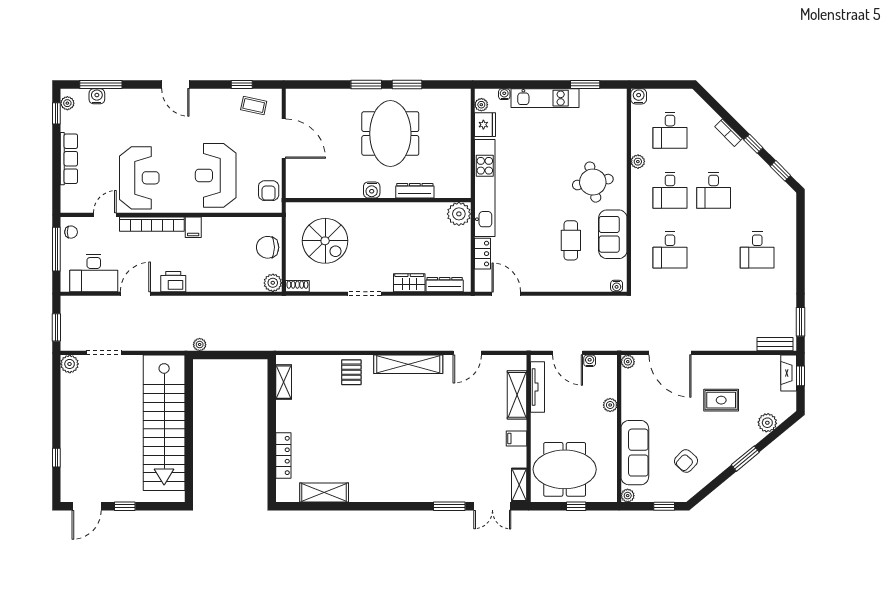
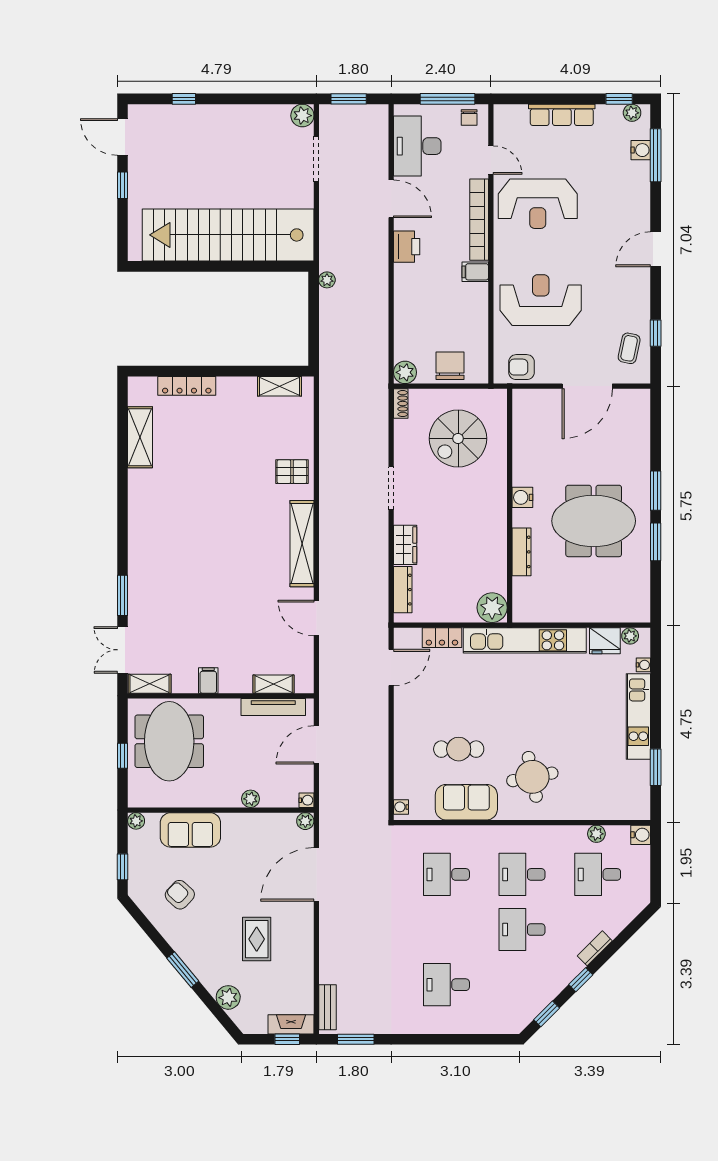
plant: (638, 162) -> (596, 834), moved
water cooler: (590, 361) -> (306, 800), moved
shelving: (517, 395) -> (274, 684), width x0.67, depth x0.75
sofa: (635, 453) -> (190, 830), width x0.73

